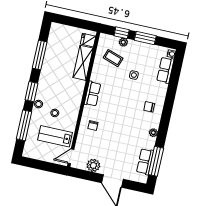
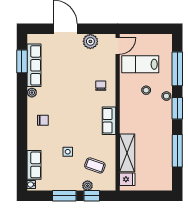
lab bench: (55, 136) -> (140, 64), turned 180
window: (156, 161) -> (22, 61), width x0.69
row of seats: (145, 162) -> (34, 65), width x1.48

